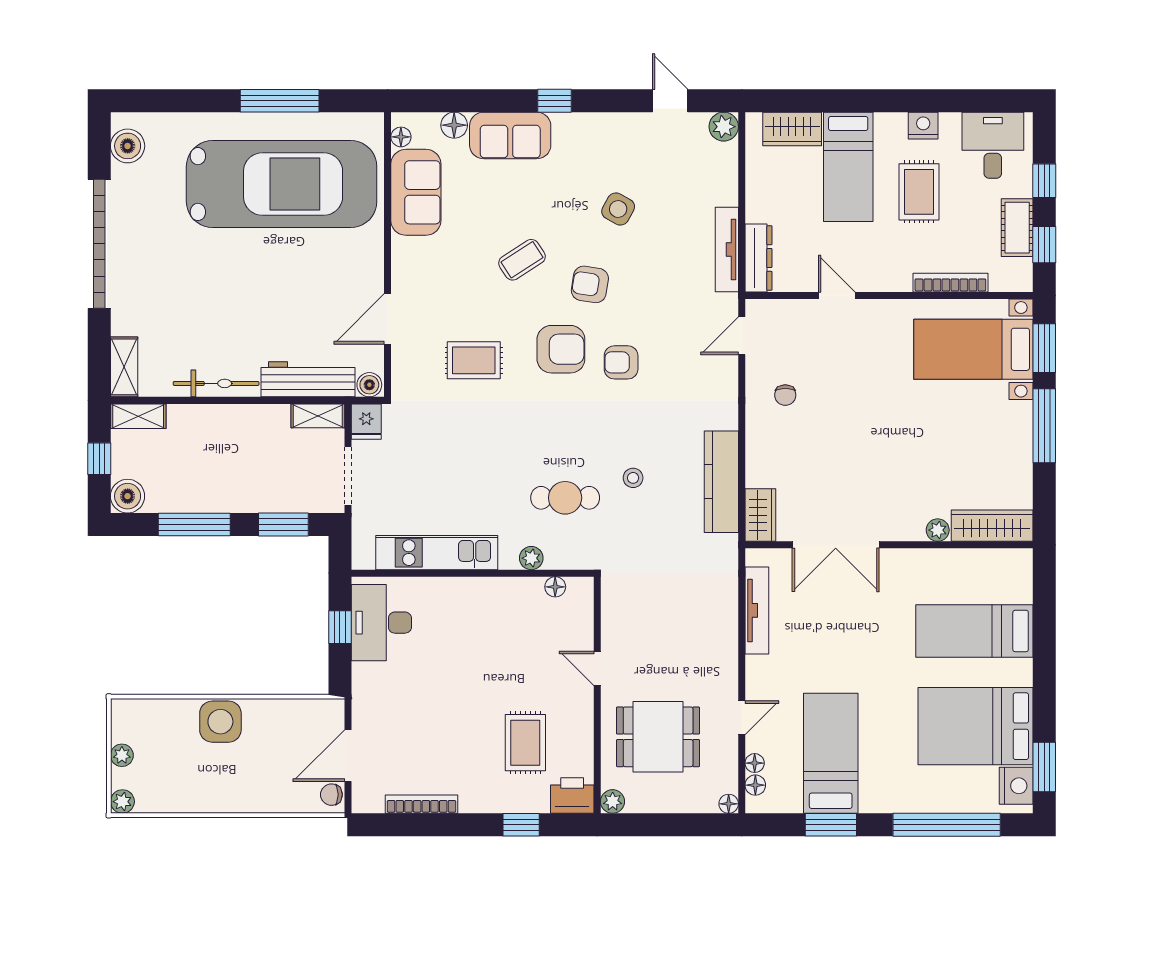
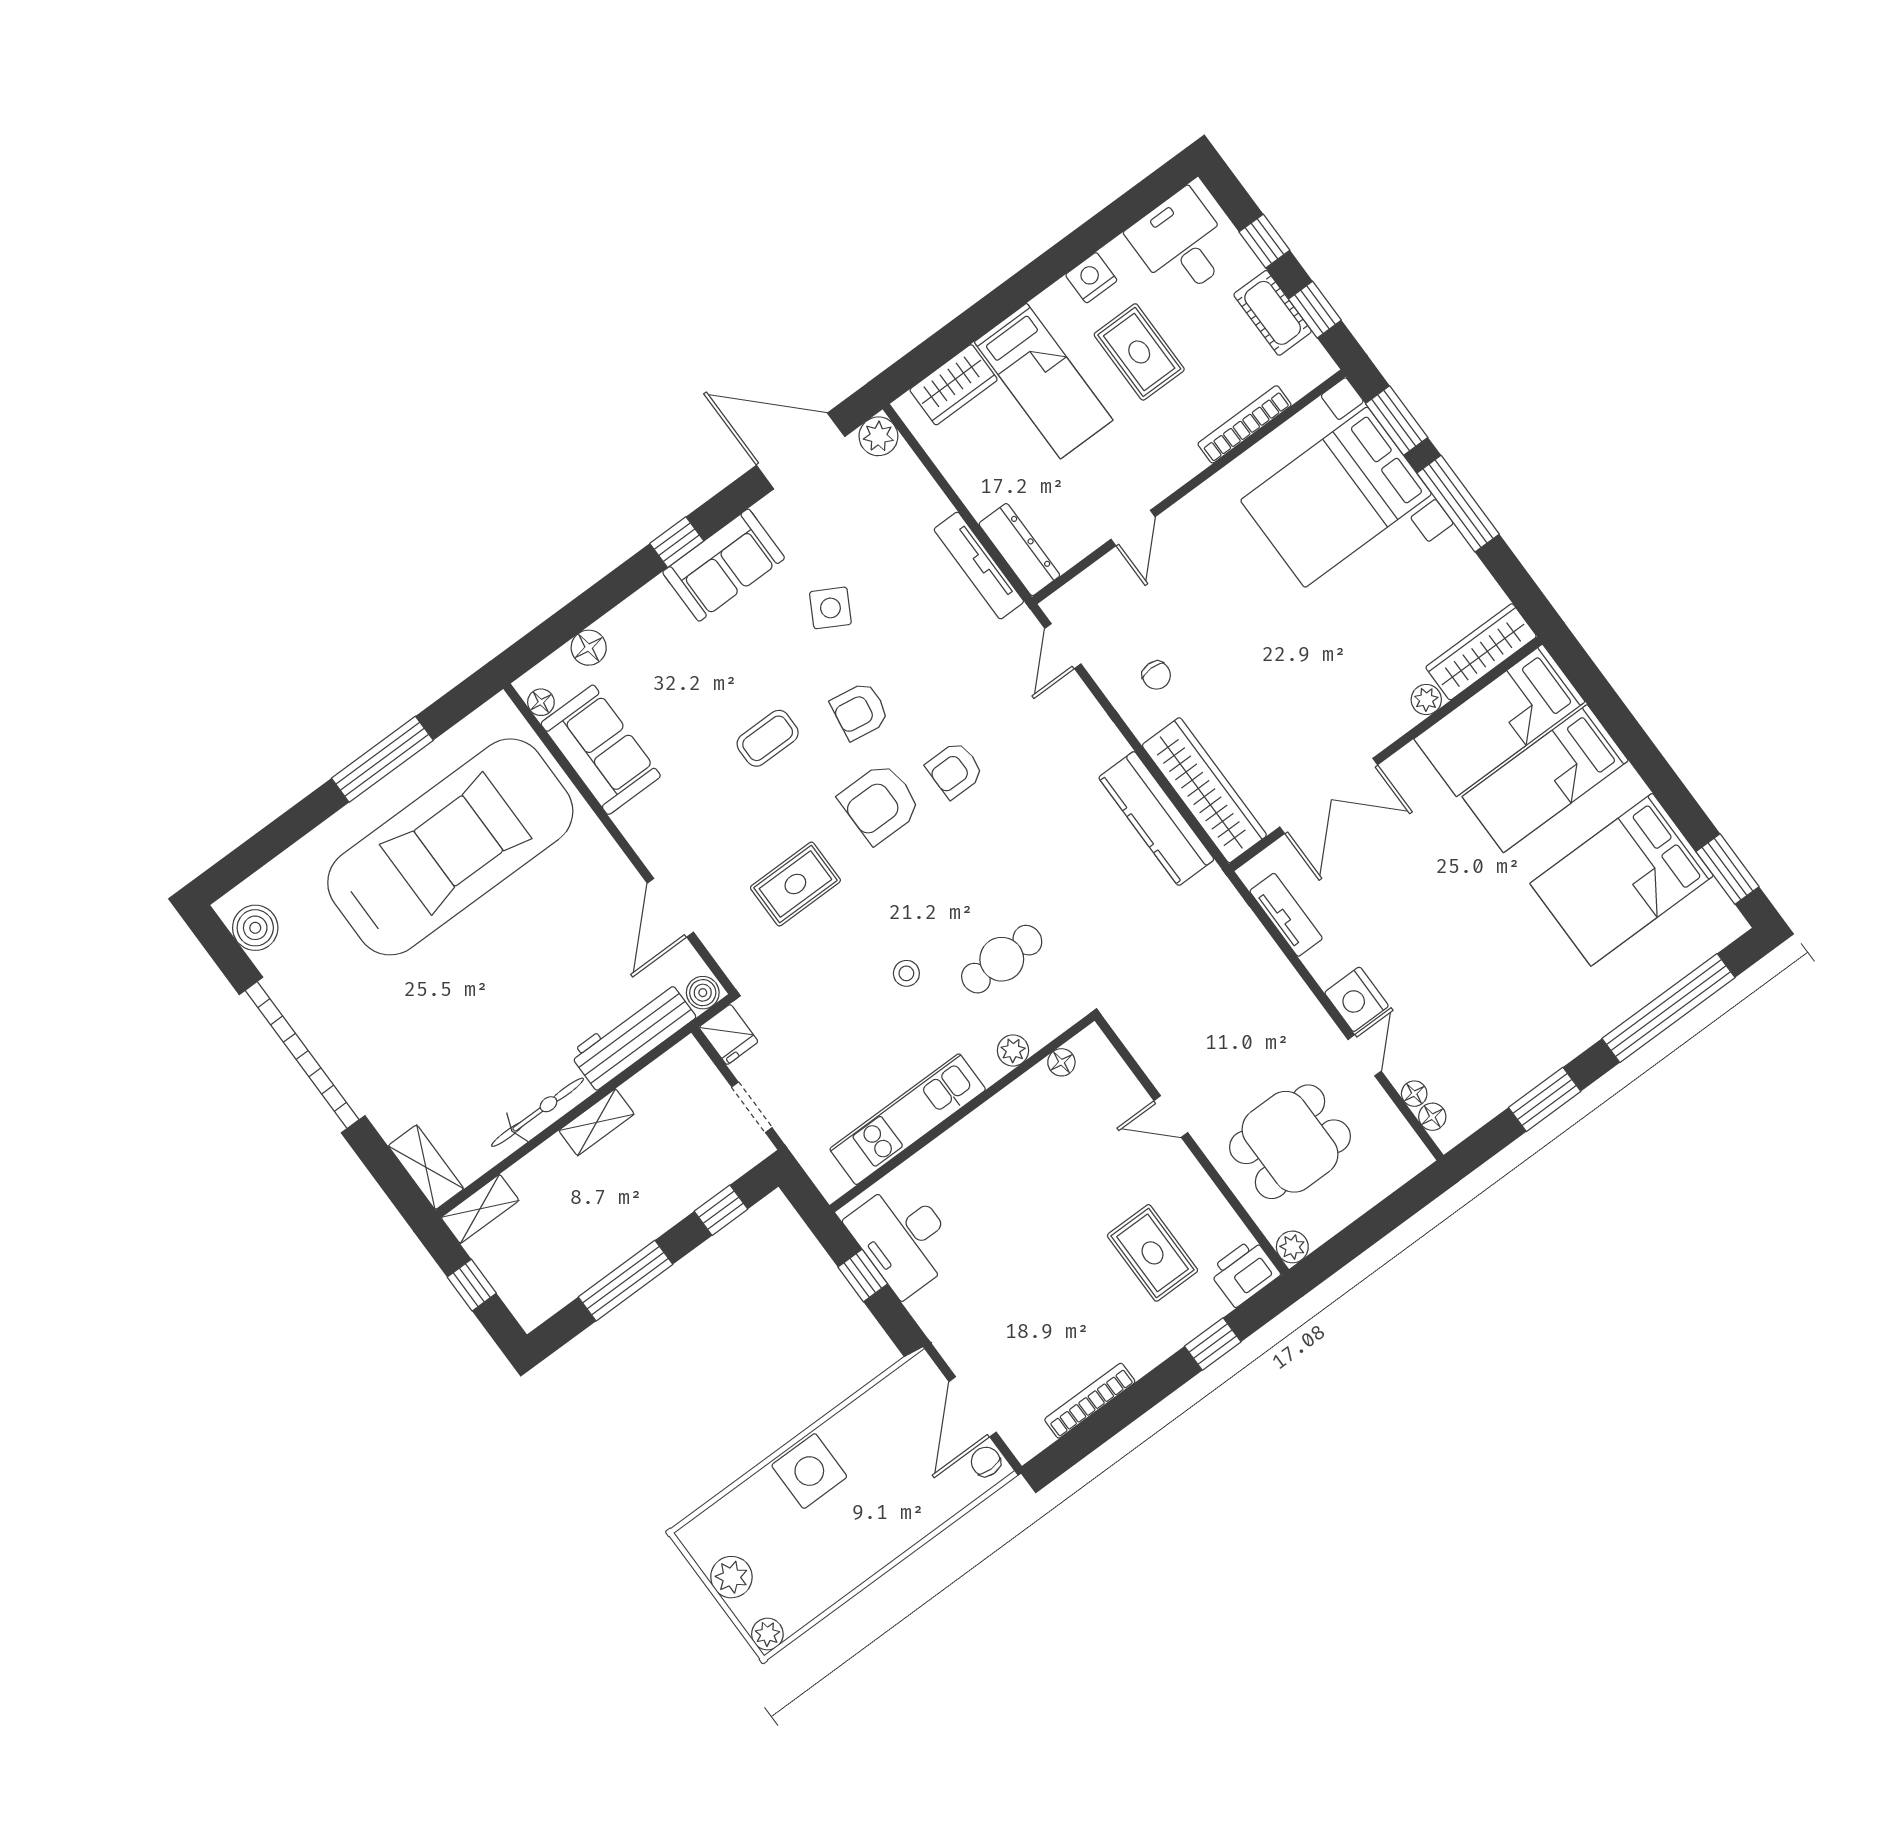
door: (670, 101) -> (801, 451), width x1.88
sofa: (510, 135) -> (724, 565), moved
coffee table: (522, 260) -> (768, 738), turned 33
door: (837, 296) -> (1133, 528), swing flipped
armchair: (561, 349) -> (880, 803), turned 180
bed with nightstands: (973, 349) -> (1336, 497), width x1.36
shelving: (318, 416) -> (597, 1122), moved
doorway: (348, 476) -> (752, 1107), width x0.73
stool: (633, 478) -> (906, 973), moved
boiler: (128, 496) -> (532, 1303), removed
wardrobe: (760, 515) -> (1204, 790), width x2.10, depth x1.17
window: (283, 524) -> (721, 1210), width x0.67
tv unit: (757, 610) -> (1286, 915), width x0.71
bed: (831, 753) -> (1500, 720), moved, turned -90
plant: (122, 755) -> (731, 1577), width x1.38, depth x1.38
nightstand: (1016, 786) -> (1357, 999), moved, turned 180
chair: (331, 795) -> (986, 1462), turned 90
floor lamp: (729, 804) -> (1419, 1158), removed

